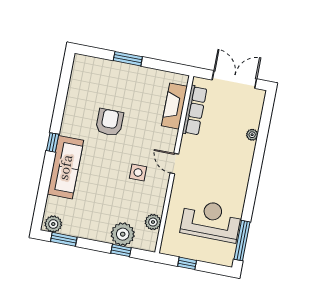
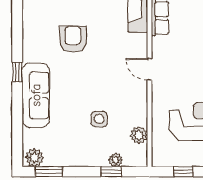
side table: (138, 173) -> (99, 119), moved
plant: (123, 234) -> (116, 160), width x0.53, depth x0.53

